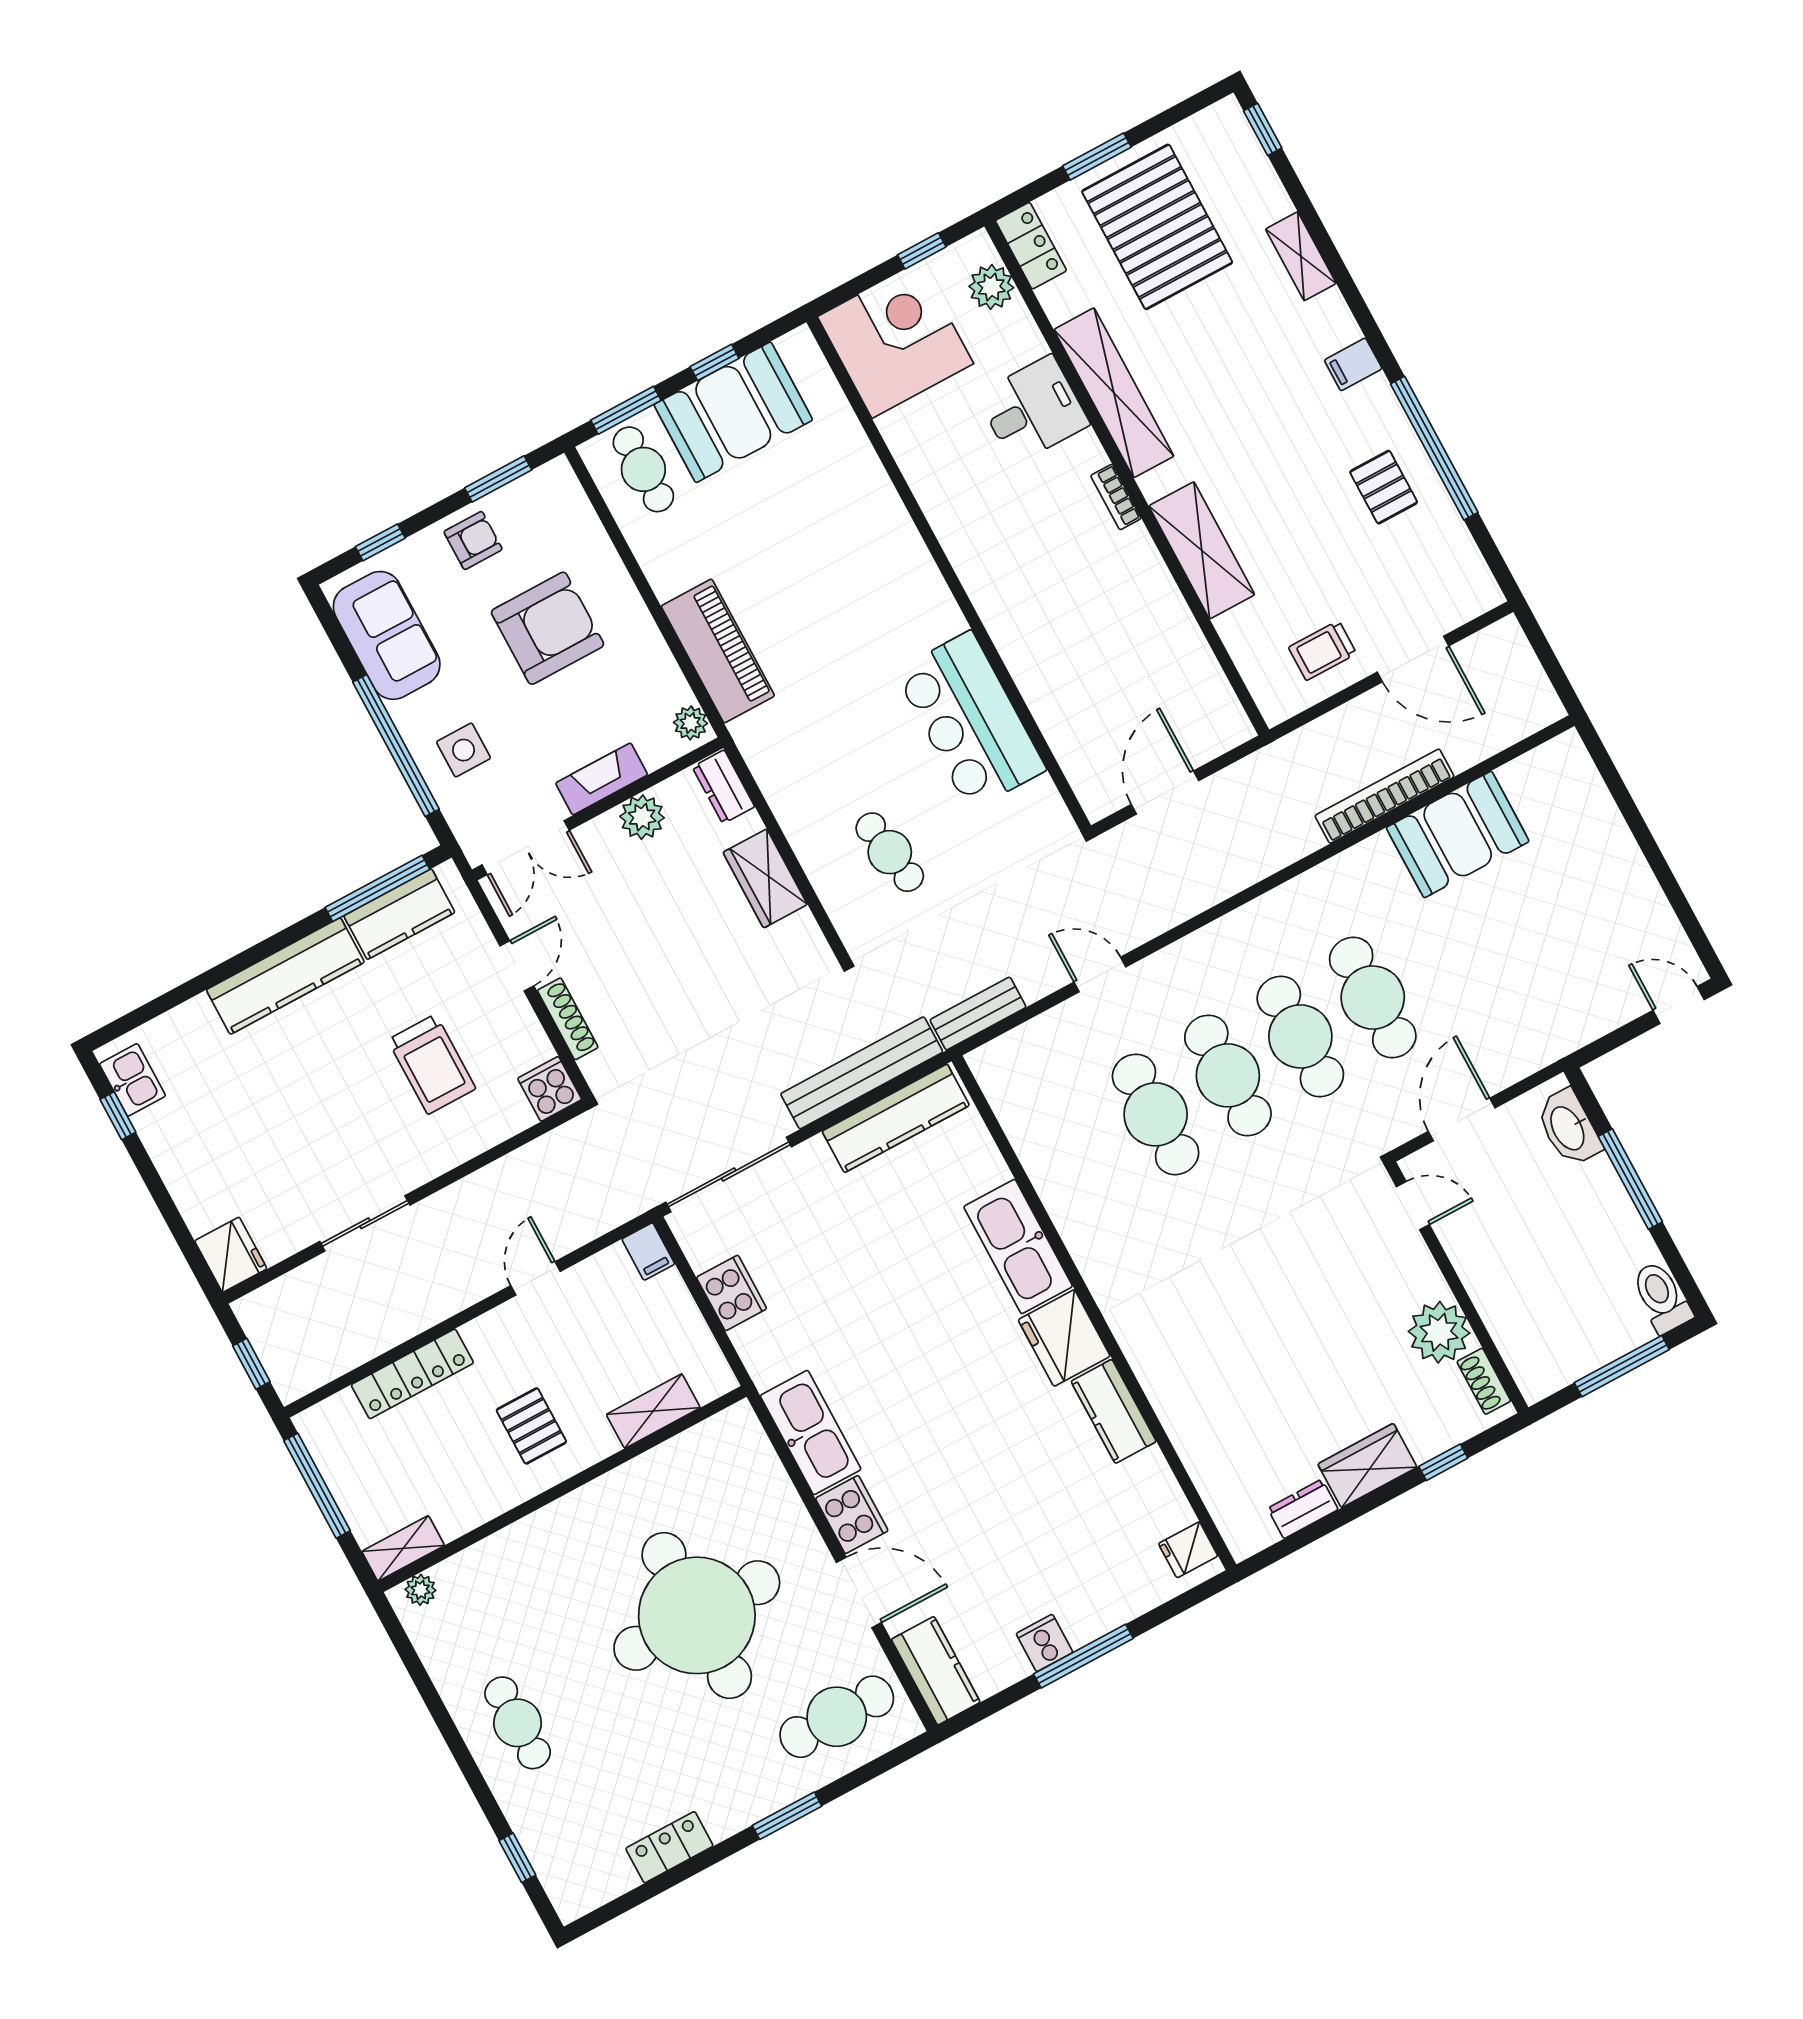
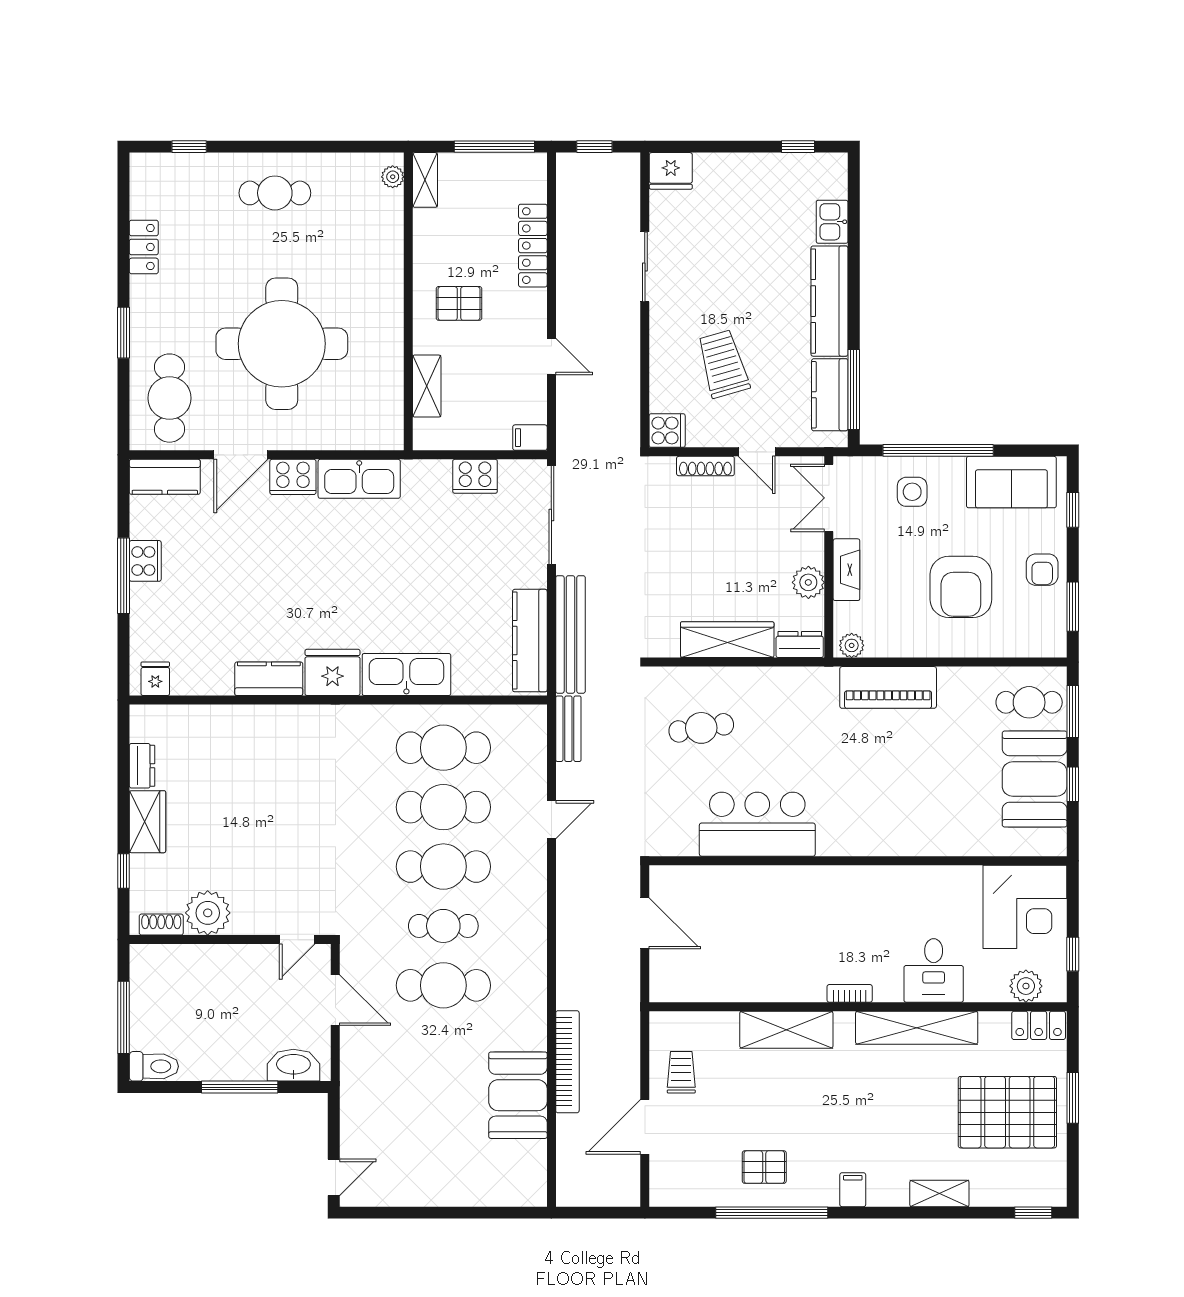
wardrobe: (765, 878) -> (727, 640), width x1.50
cafe table: (1300, 1036) -> (443, 926), width x0.73, depth x0.74
trolley: (432, 1064) -> (723, 364), turned 74
kitchen sink: (132, 1080) -> (832, 222), moved, turned 90
cafe table: (1083, 1153) -> (443, 748), added
cooker: (1044, 1643) -> (145, 561), width x1.36

